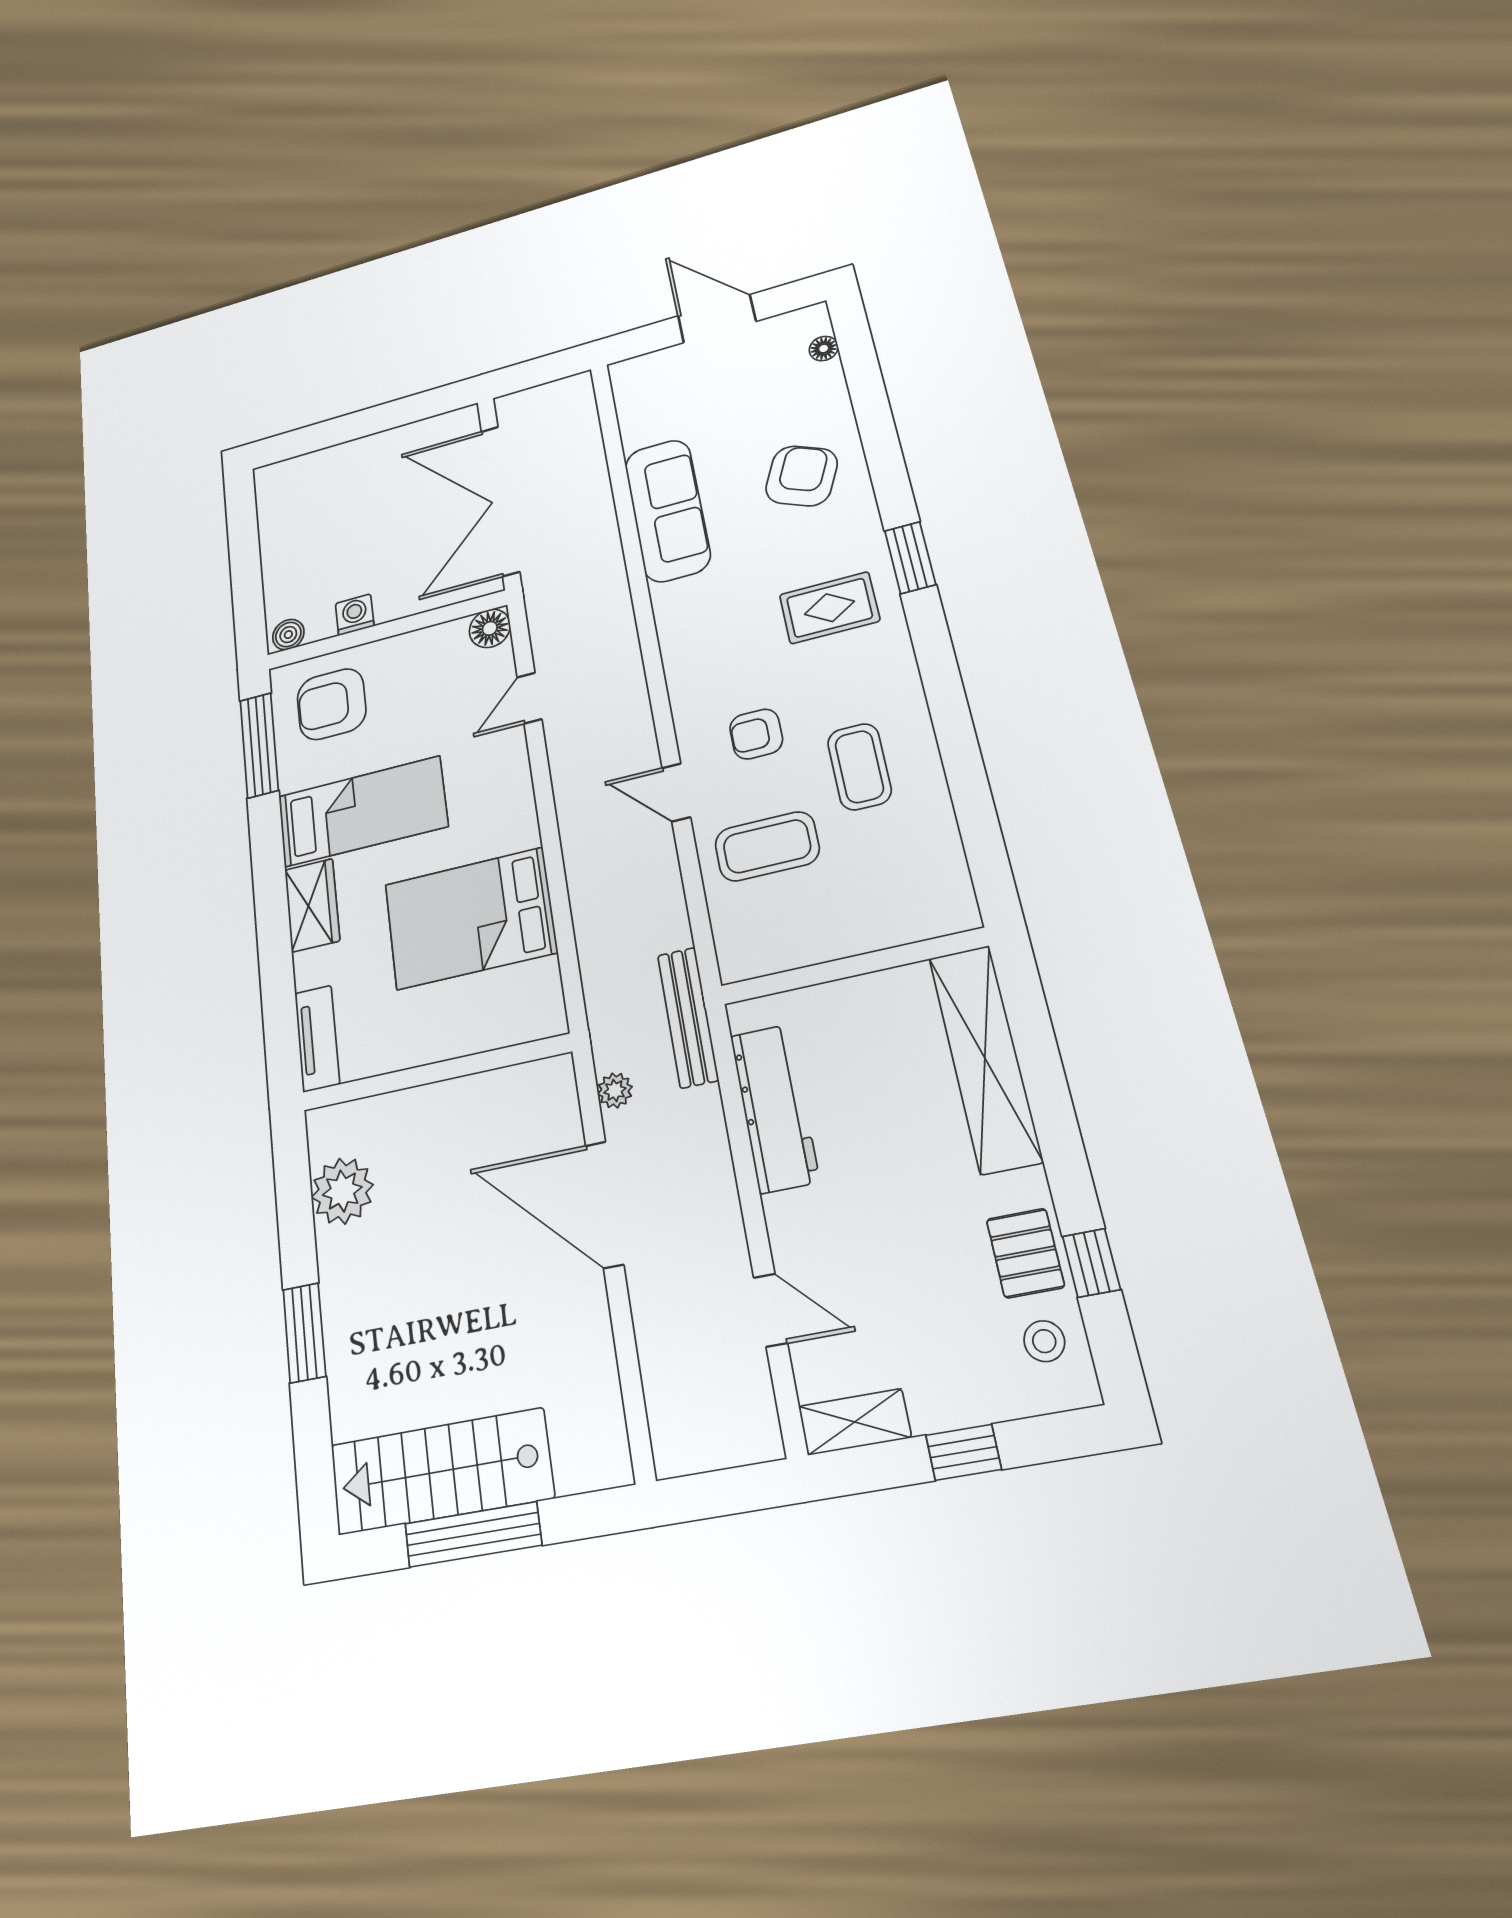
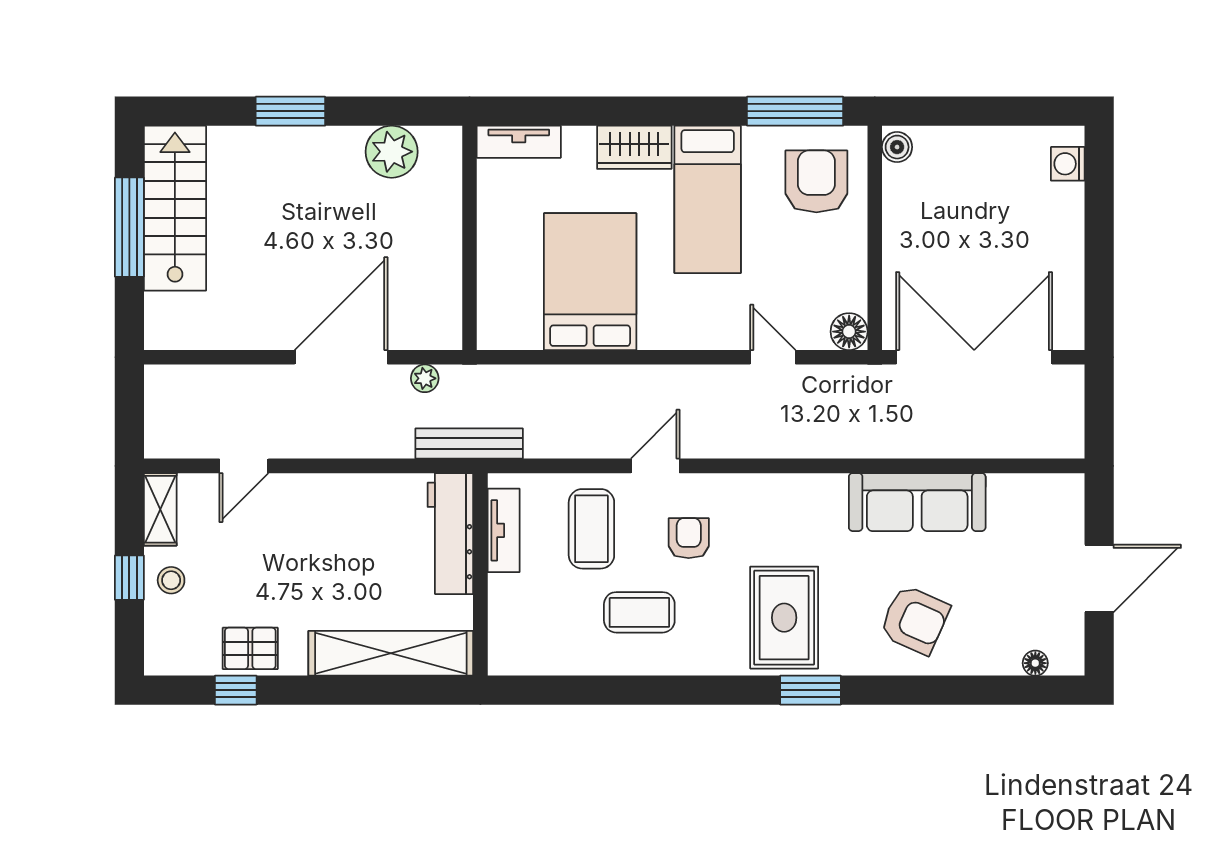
rug: (829, 608) -> (784, 618), width x1.36, depth x1.43
washing machine: (355, 615) -> (1068, 164), moved, turned 180
tv unit: (790, 950) -> (504, 530), added
workbench: (774, 1108) -> (450, 534), moved, turned 90
stool: (1044, 1341) -> (171, 580), moved

